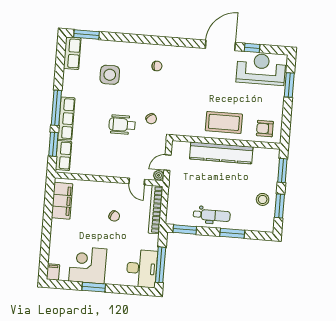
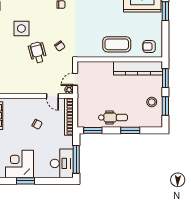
side table: (110, 75) -> (21, 29), moved
wheelchair: (122, 125) -> (37, 52), turned 75
kitchen counter: (221, 153) -> (138, 68), moved

